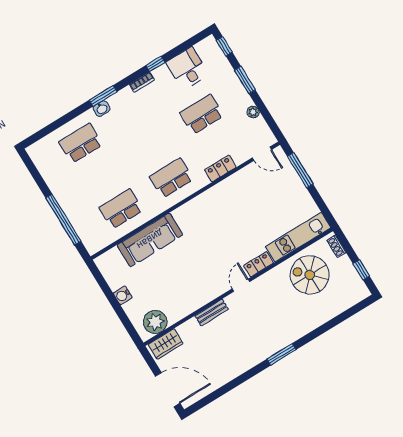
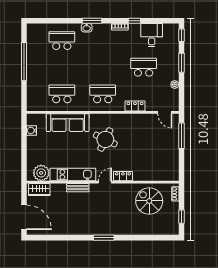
window: (63, 220) -> (24, 62), moved
round table: (209, 232) -> (105, 139), added
kitchen unit: (298, 237) -> (73, 175), moved
water cooler: (123, 295) -> (32, 130), moved

